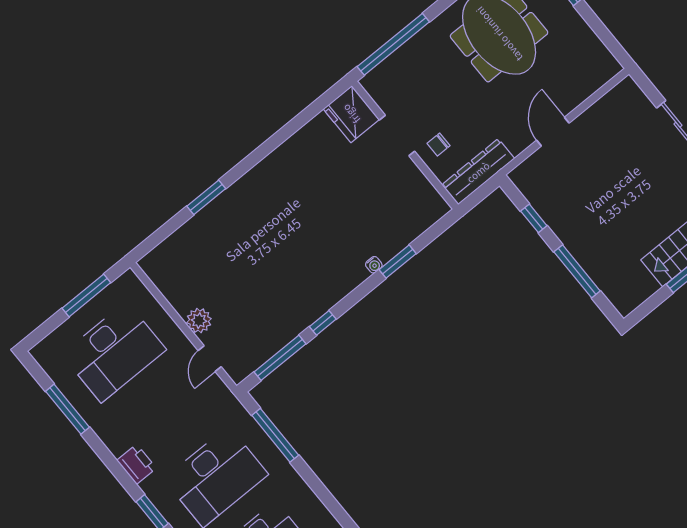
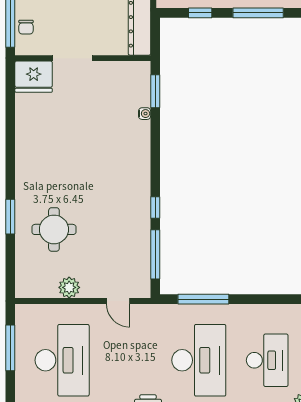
chair: (439, 145) -> (26, 27), moved
round table: (227, 247) -> (54, 229), added
window: (398, 262) -> (155, 91), moved
water cooler: (374, 265) -> (145, 114), moved
plant: (199, 321) -> (69, 287), moved

